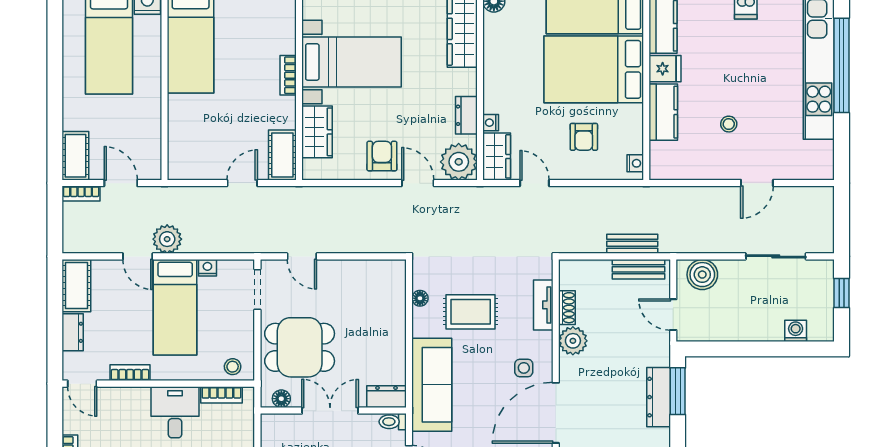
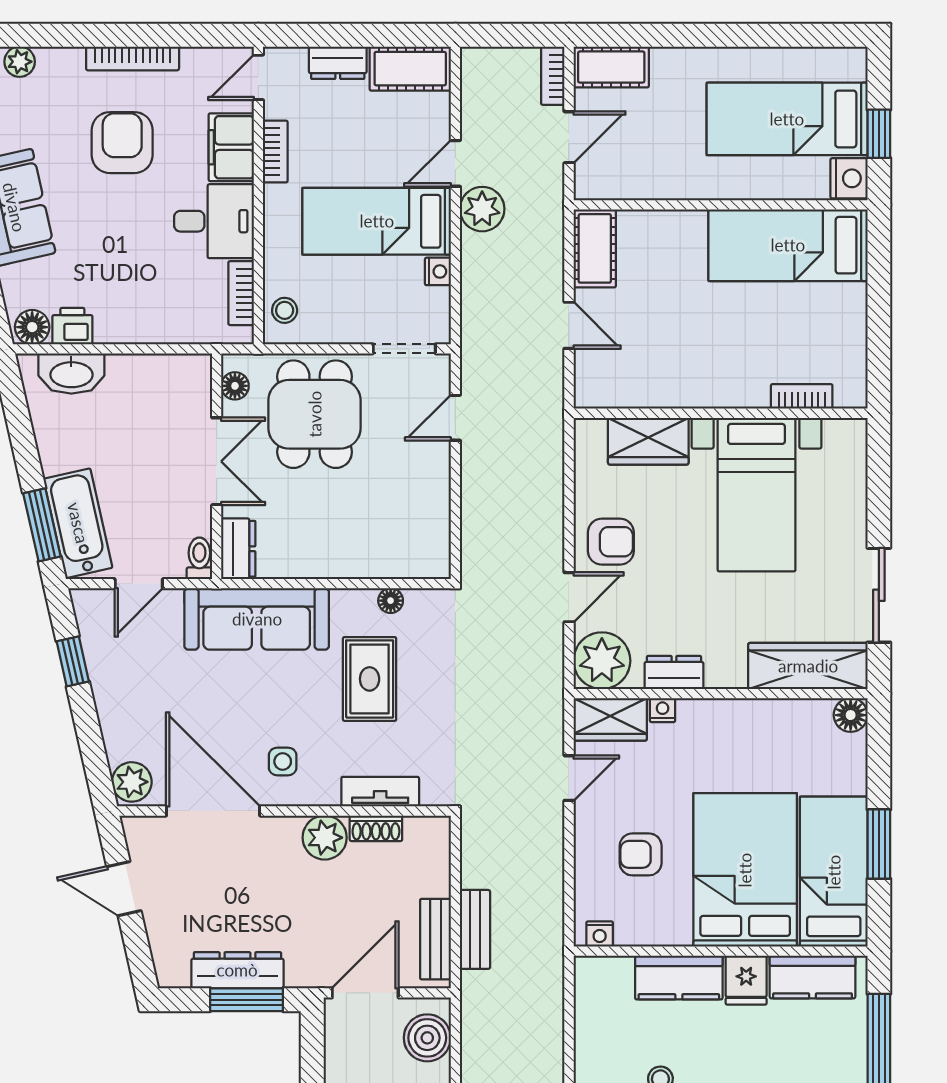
bookcase: (288, 75) -> (802, 396), moved
cot: (282, 155) -> (595, 248), moved, turned 90
door: (673, 315) -> (365, 993), width x1.38
filing cabinet: (127, 401) -> (231, 147), added

